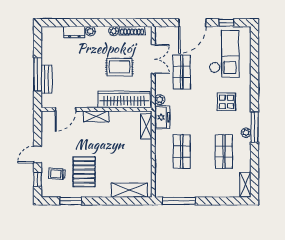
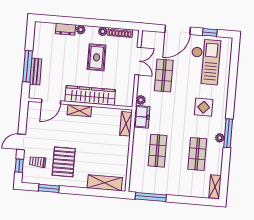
rug: (119, 67) -> (97, 57), moved, turned 90
wardrobe: (124, 99) -> (90, 95), moved

